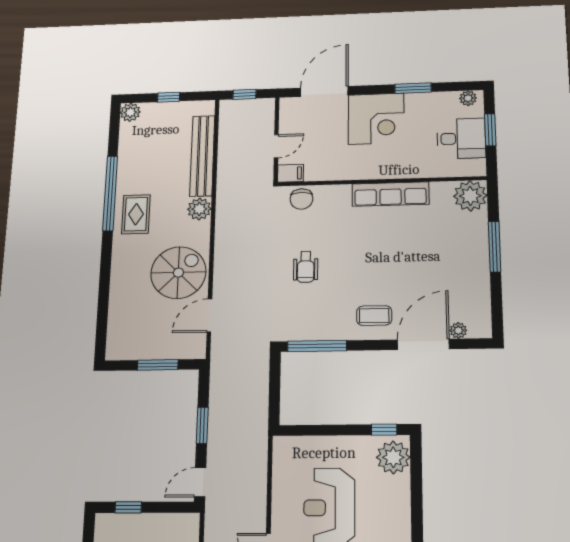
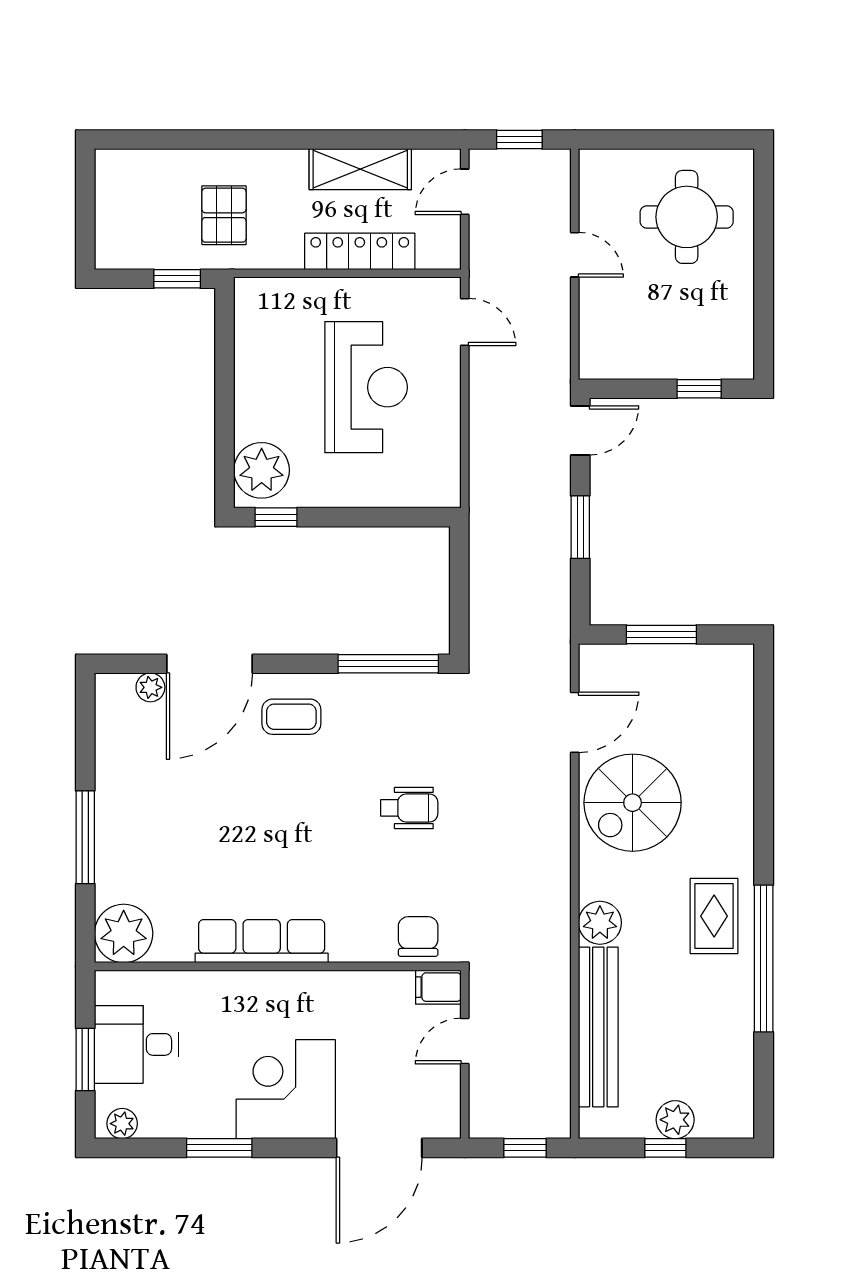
plant: (130, 112) -> (675, 1120), moved
wheelchair: (306, 267) -> (409, 808), turned 90

